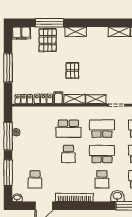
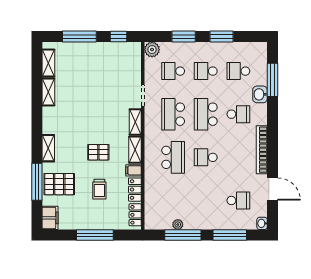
trolley: (44, 71) -> (99, 189), added
school desk: (68, 154) -> (206, 157), turned 180

